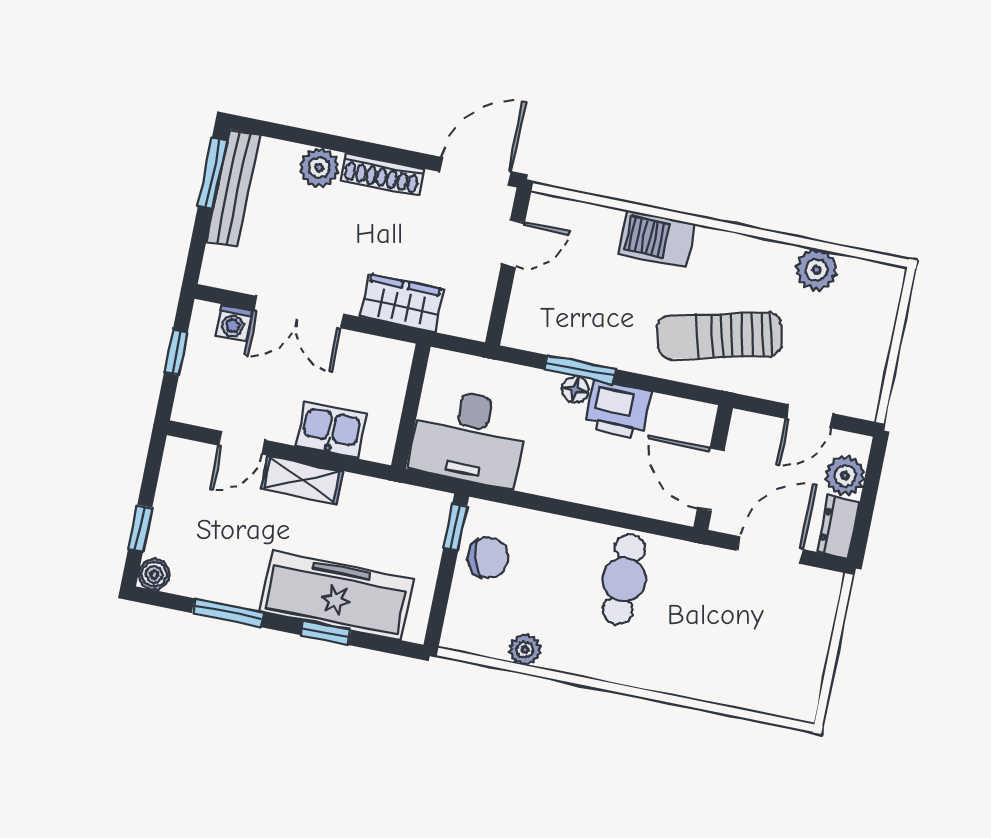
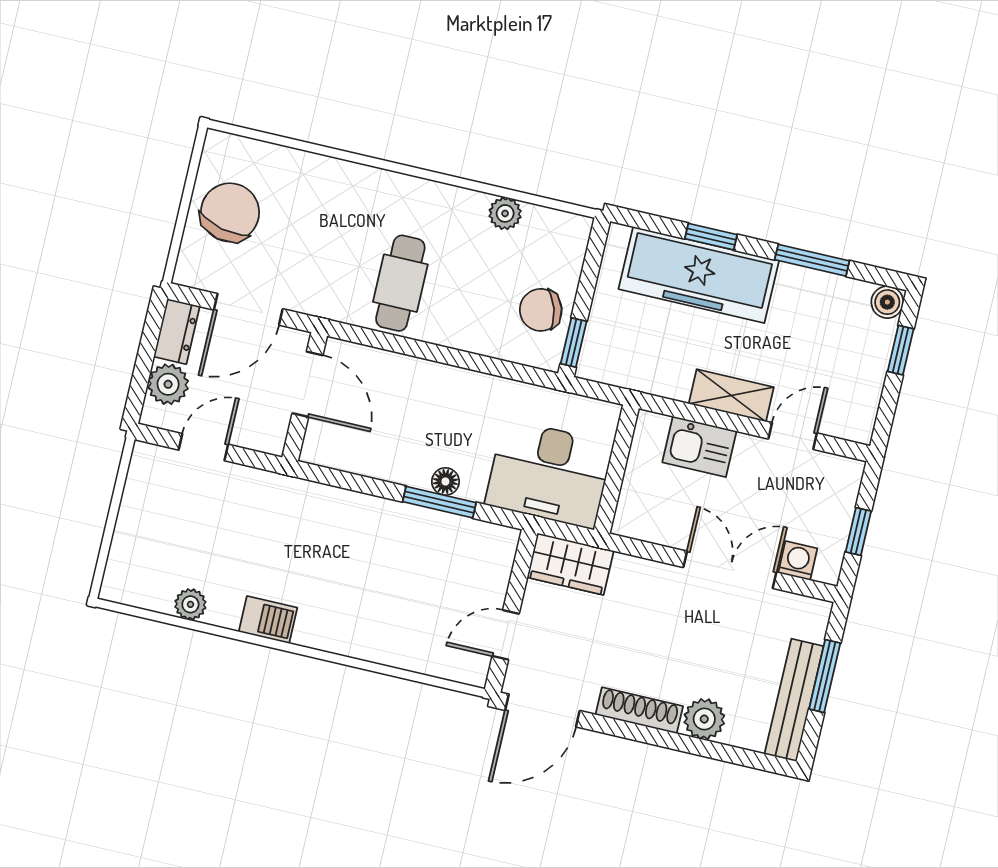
window: (212, 173) -> (825, 676), moved
barbecue: (657, 239) -> (268, 620), moved, width x0.73, depth x0.79
plant: (816, 270) -> (190, 604), width x0.73, depth x0.73
wardrobe: (402, 303) -> (570, 564), moved
sun lounger: (720, 336) -> (294, 533), removed
printer: (618, 410) -> (402, 459), removed
desk: (469, 438) -> (549, 474), moved, turned 180
chair: (790, 643) -> (230, 212), added

